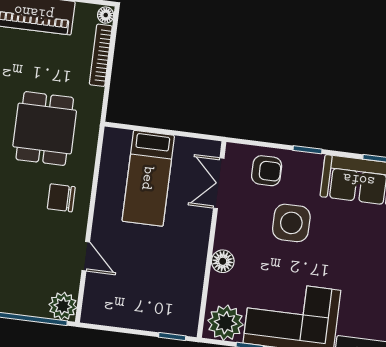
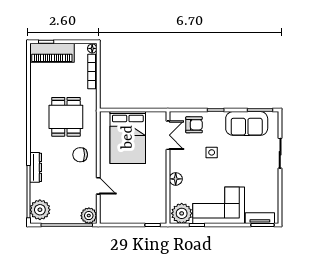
bed: (148, 178) -> (128, 137), width x1.50
double door: (219, 183) -> (168, 135), swing flipped
side table: (291, 223) -> (212, 152), width x0.54, depth x0.54

